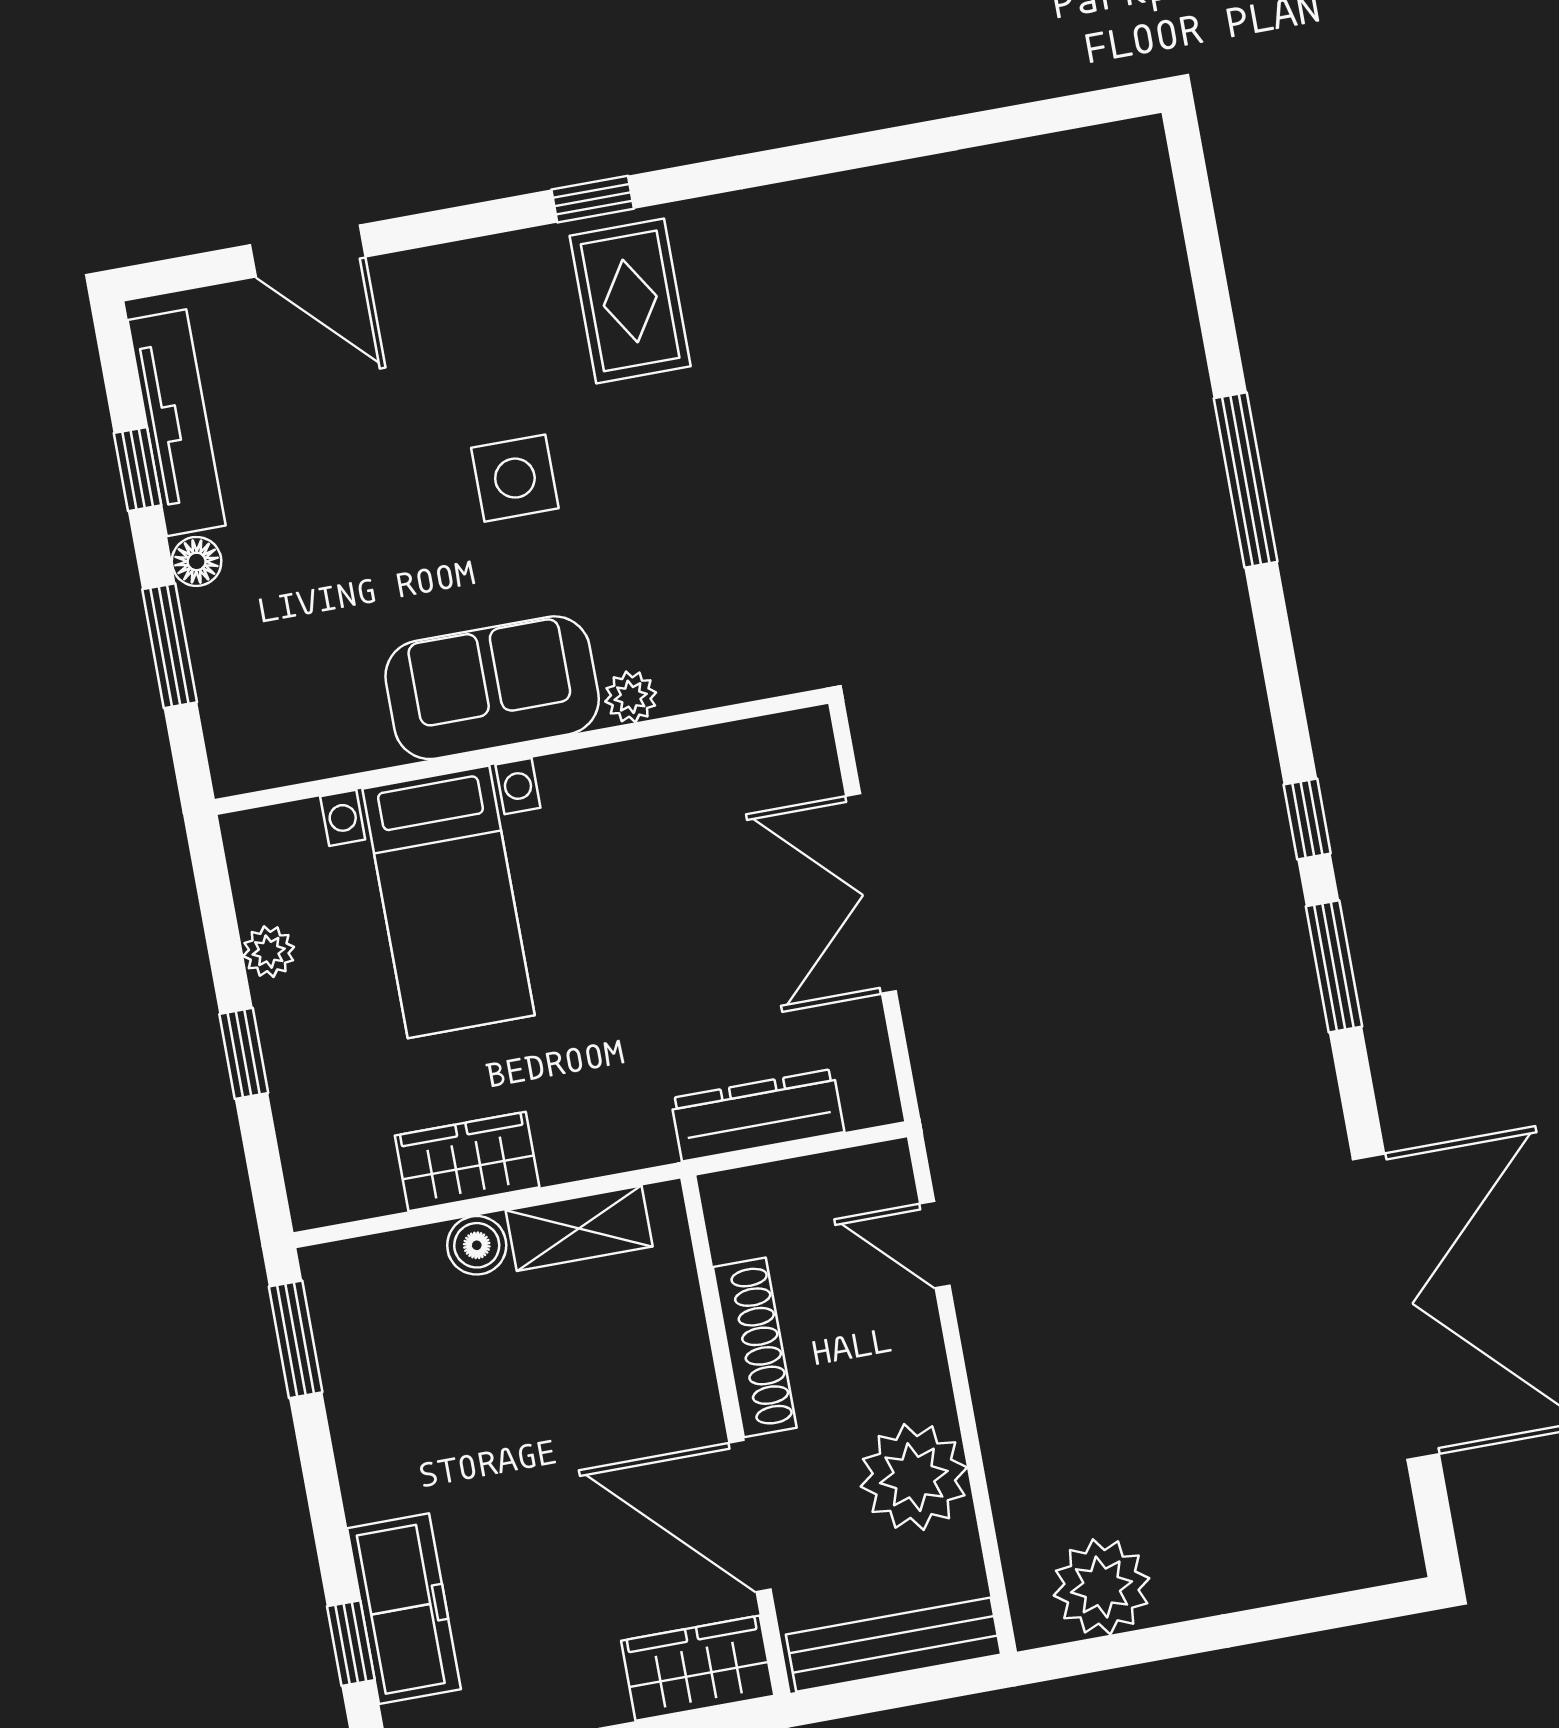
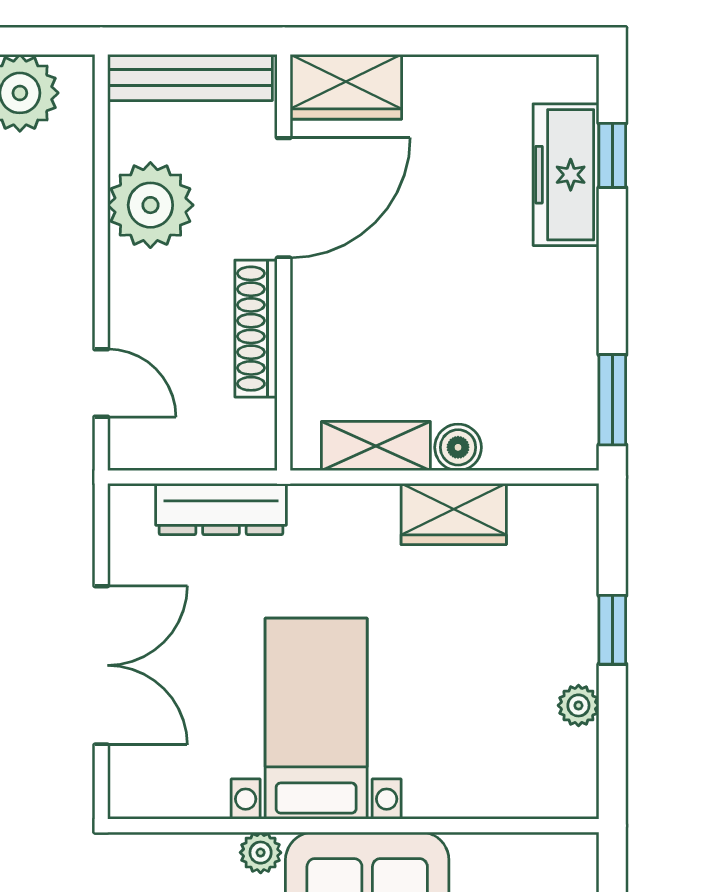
bed with nightstands: (448, 902) -> (316, 719), moved
door: (750, 1516) -> (284, 198), hinge flipped

